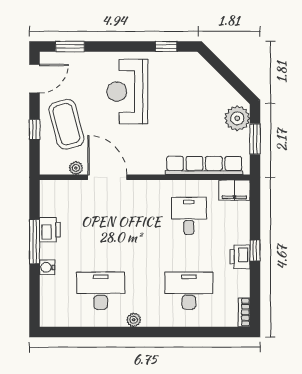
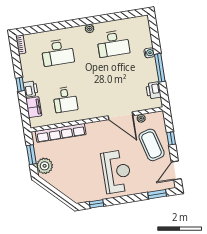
filing cabinet: (234, 190) -> (34, 107), moved, turned 90
printer: (50, 230) -> (153, 90), moved
printer: (240, 257) -> (31, 89), moved

